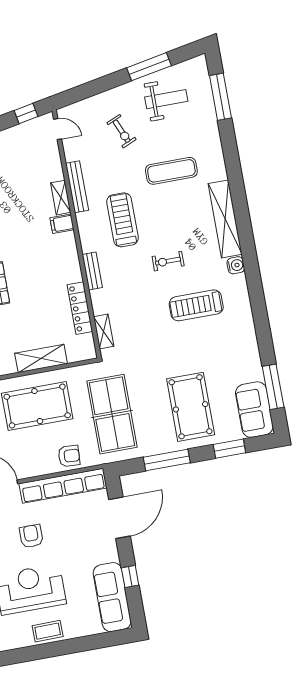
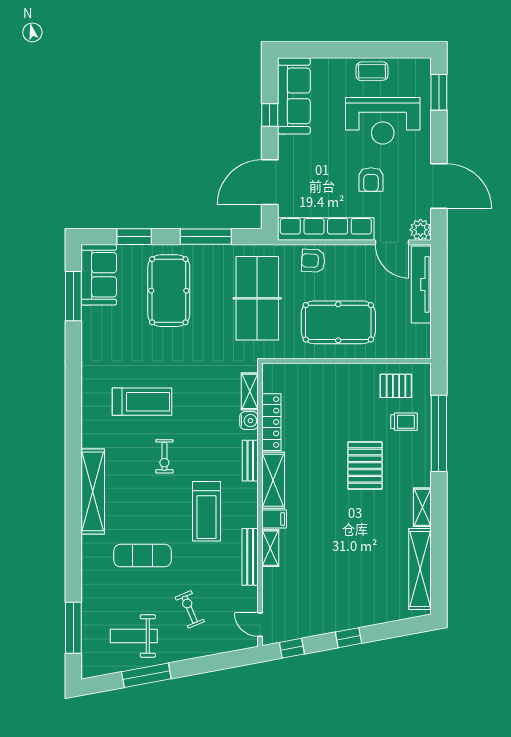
exercise bike: (168, 261) -> (164, 456), turned 90
water cooler: (236, 265) -> (249, 421), moved, turned 180
shelving: (41, 358) -> (273, 480), moved, turned 90

